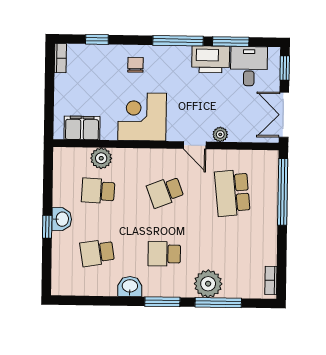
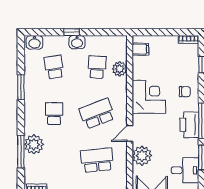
printer: (211, 59) -> (189, 125), moved
filing cabinet: (82, 128) -> (140, 49), width x0.50
plant: (220, 134) -> (142, 156), width x1.88, depth x1.88
school desk: (165, 192) -> (97, 114), width x1.85
washbasin: (130, 286) -> (35, 42), moved, turned 90
window: (162, 302) -> (21, 87), moved

